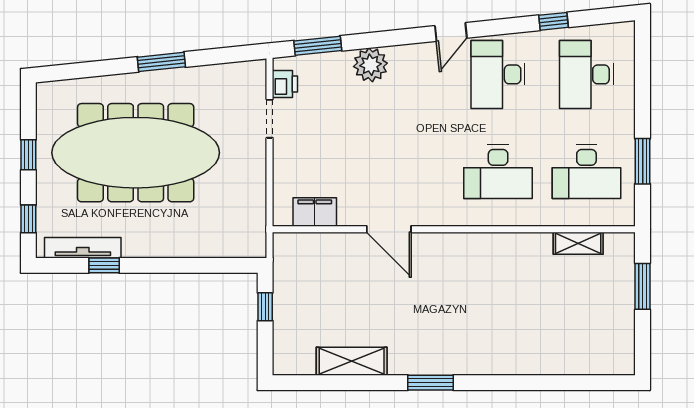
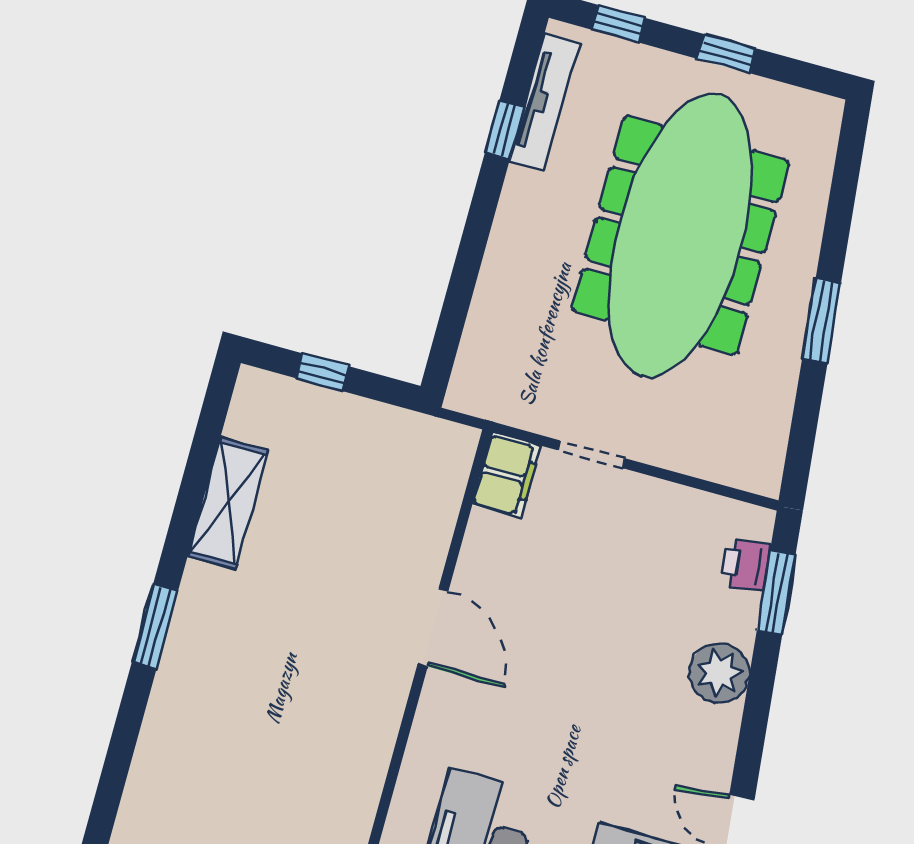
printer: (285, 84) -> (746, 565), moved, turned 84
doorway: (270, 119) -> (591, 454), moved
filing cabinet: (315, 212) -> (506, 475), moved
door: (389, 229) -> (433, 627), swing flipped
window: (265, 307) -> (322, 372), moved

